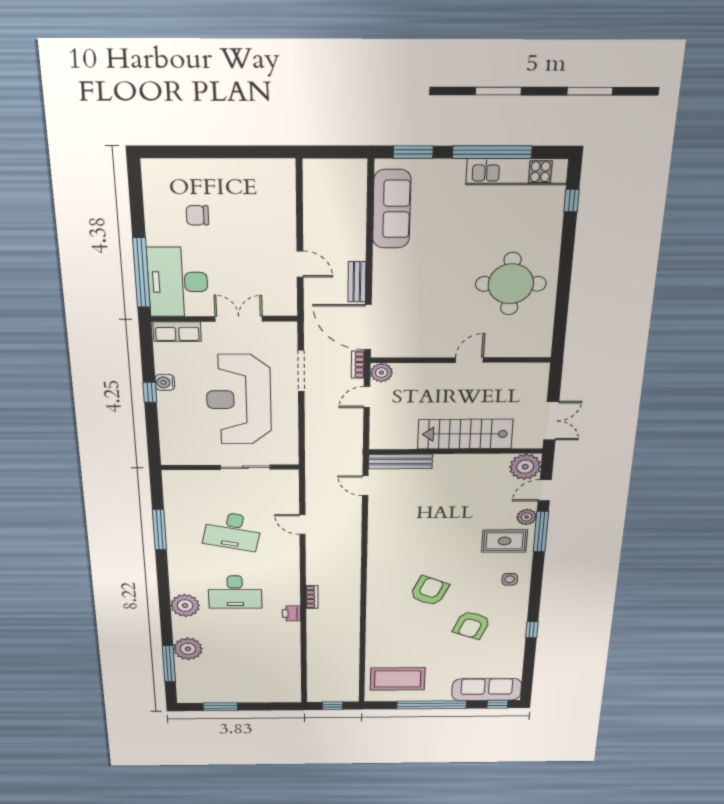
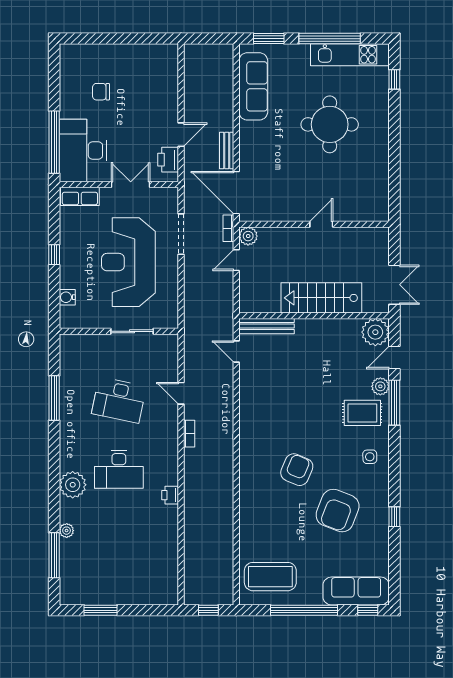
door: (300, 264) -> (181, 135), hinge flipped
round table: (511, 284) -> (330, 124), moved
printer: (284, 292) -> (168, 160), added
water cooler: (165, 382) -> (67, 297), moved
bookcase: (312, 597) -> (189, 434), moved
armchair: (472, 625) -> (338, 511), width x1.36, depth x1.36
plant: (188, 649) -> (67, 531), width x0.53, depth x0.53

